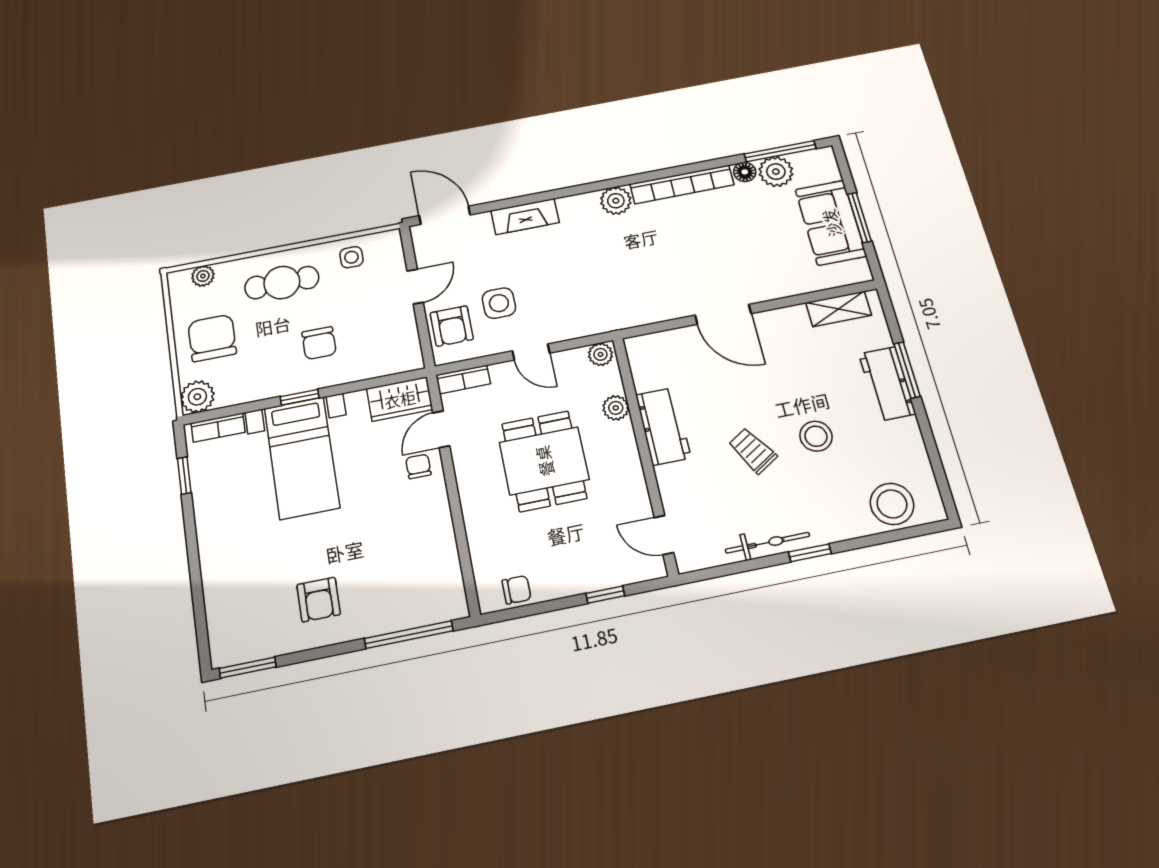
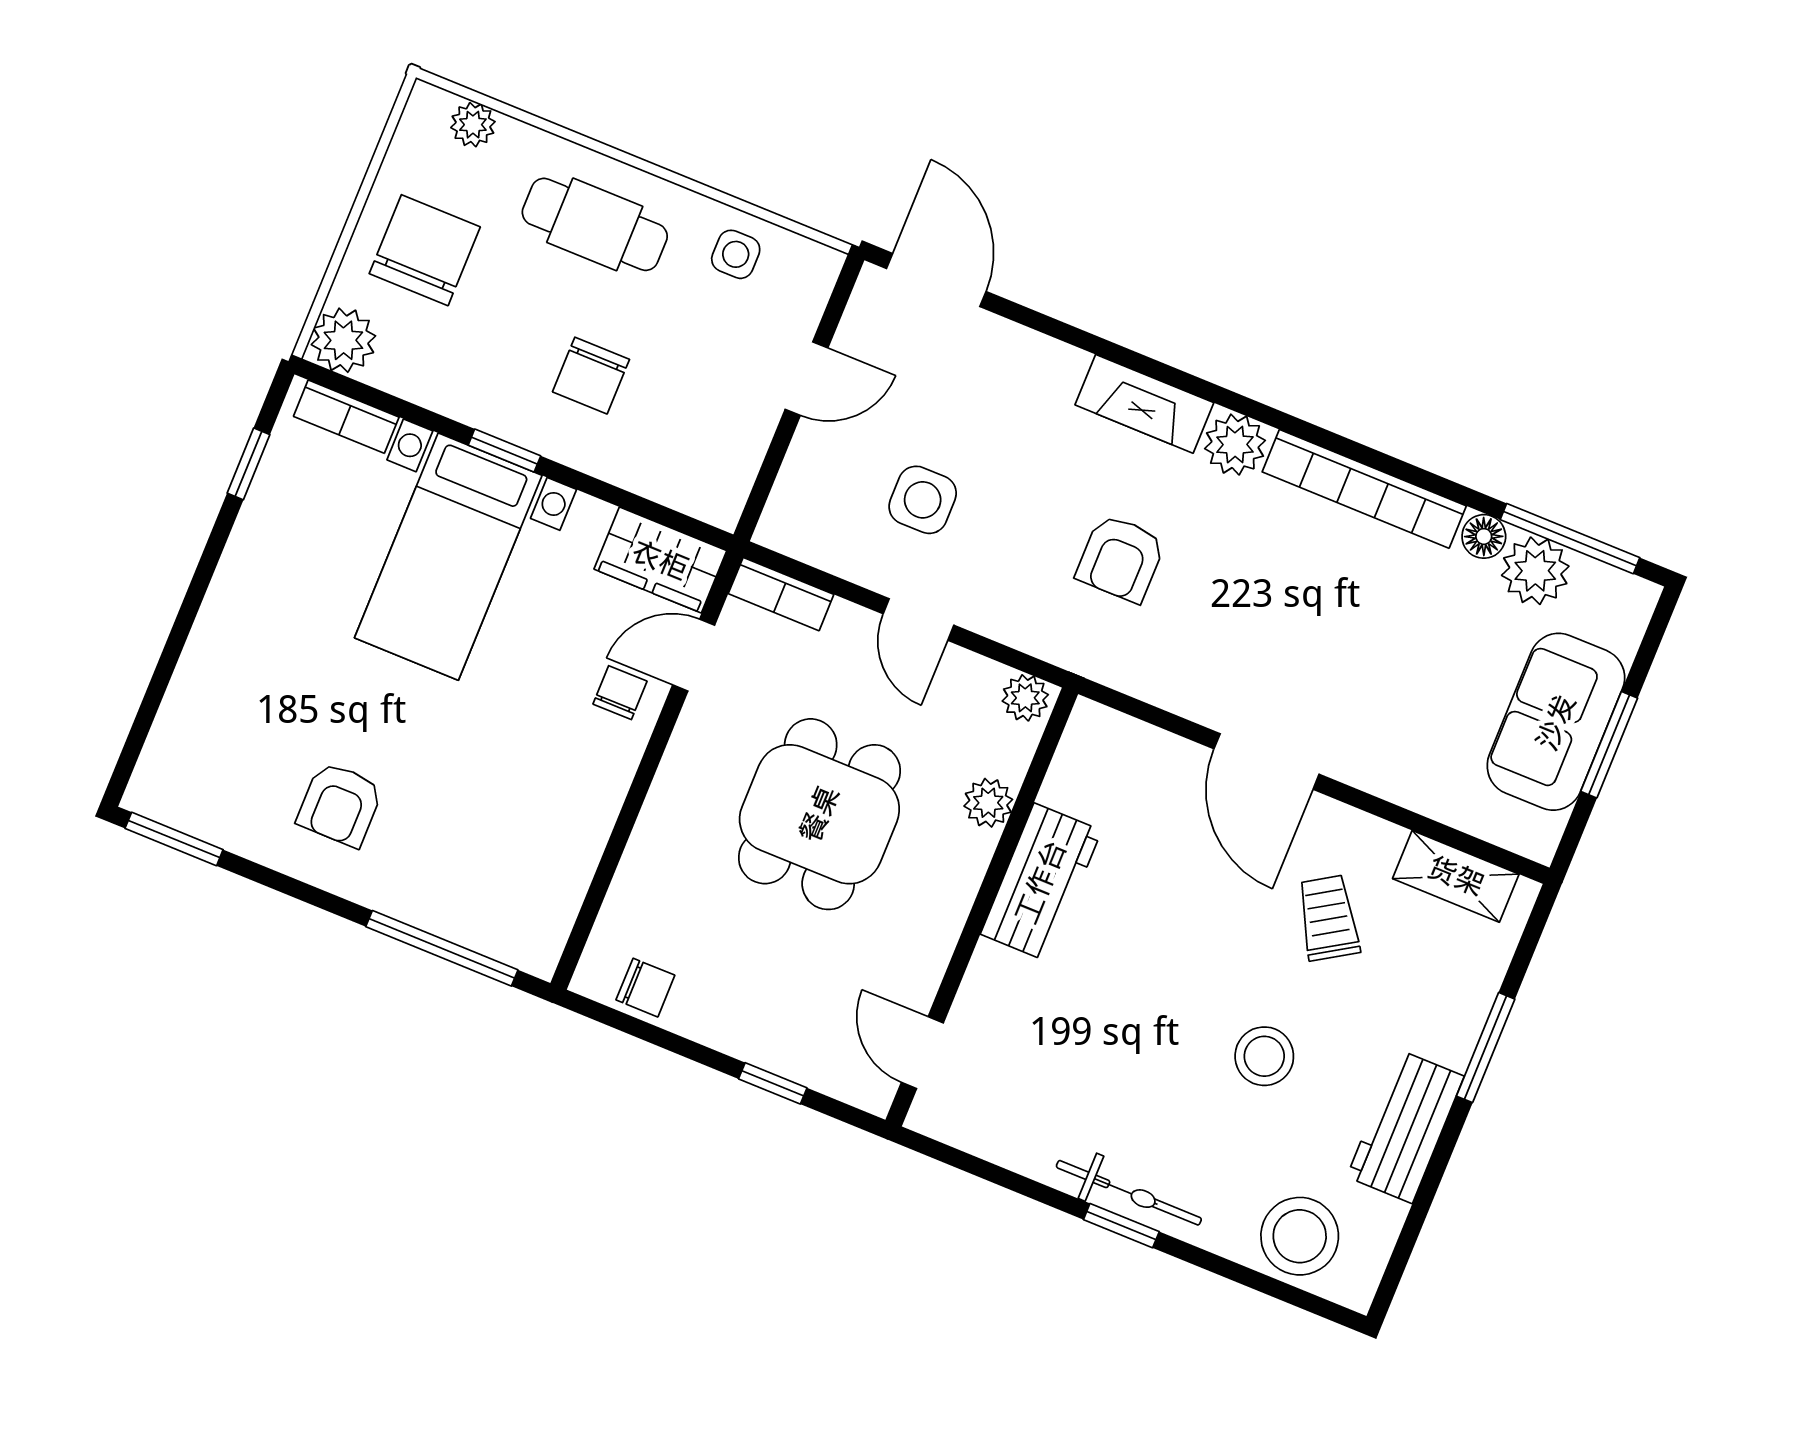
fireplace: (525, 217) -> (1144, 404), moved
armchair: (452, 326) -> (1121, 558), moved
workbench: (887, 384) -> (1405, 1127), moved
trolley: (753, 451) -> (1328, 918), moved
bicycle: (767, 543) -> (1129, 1193), moved

